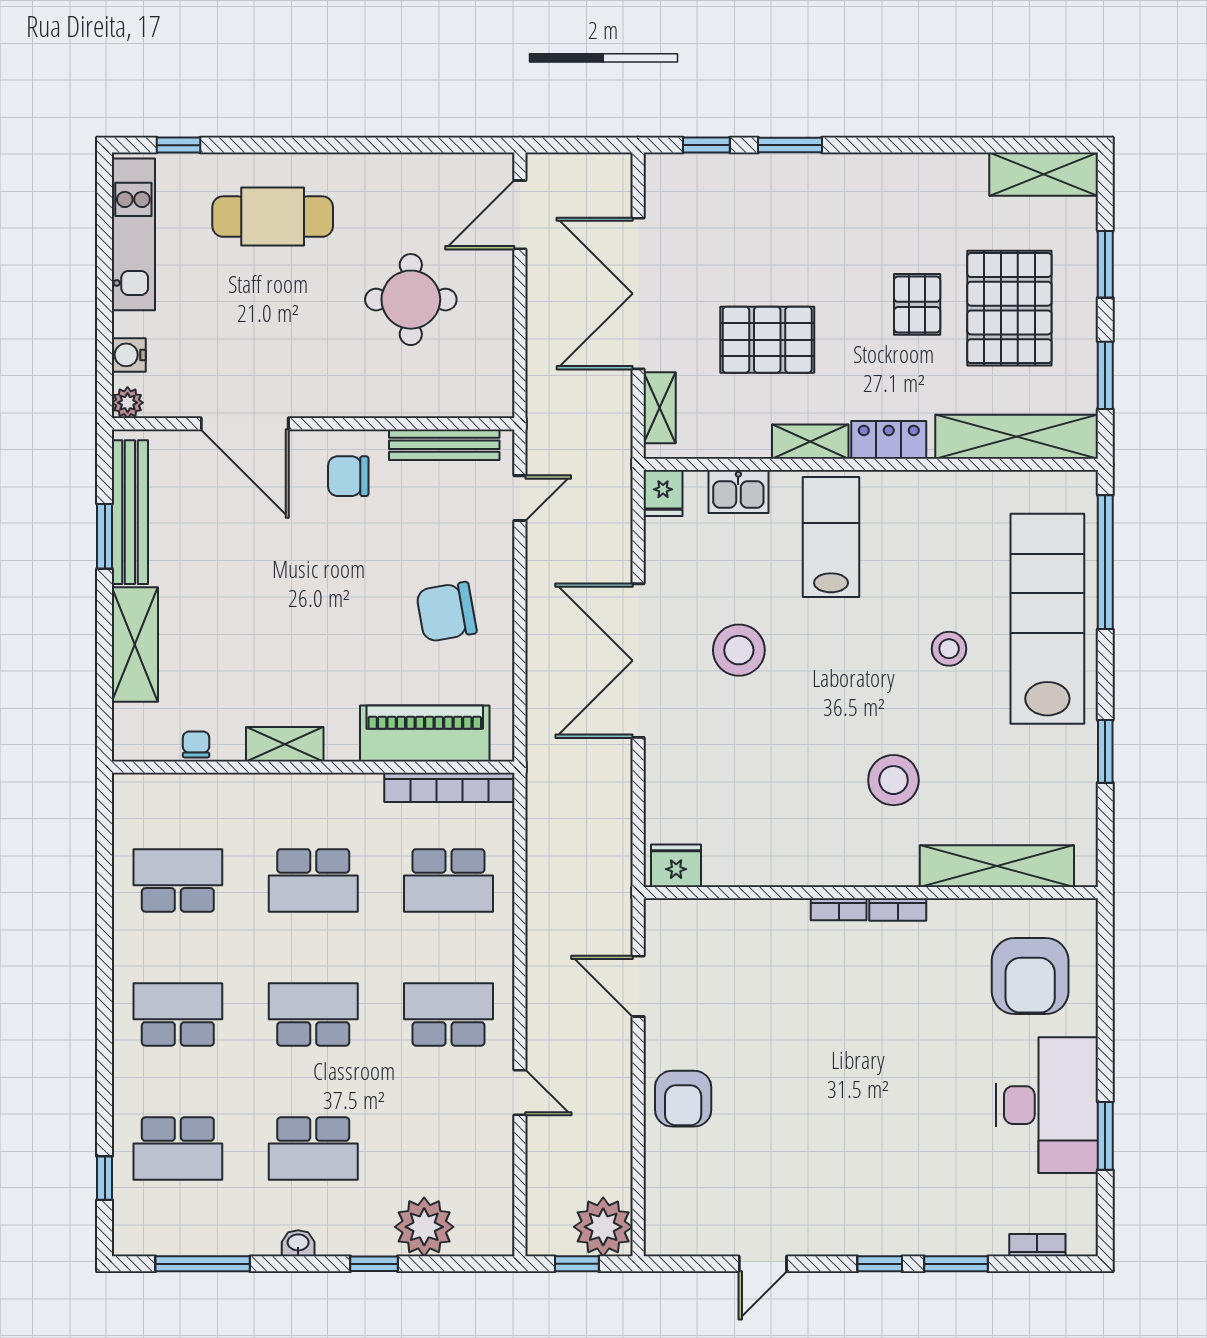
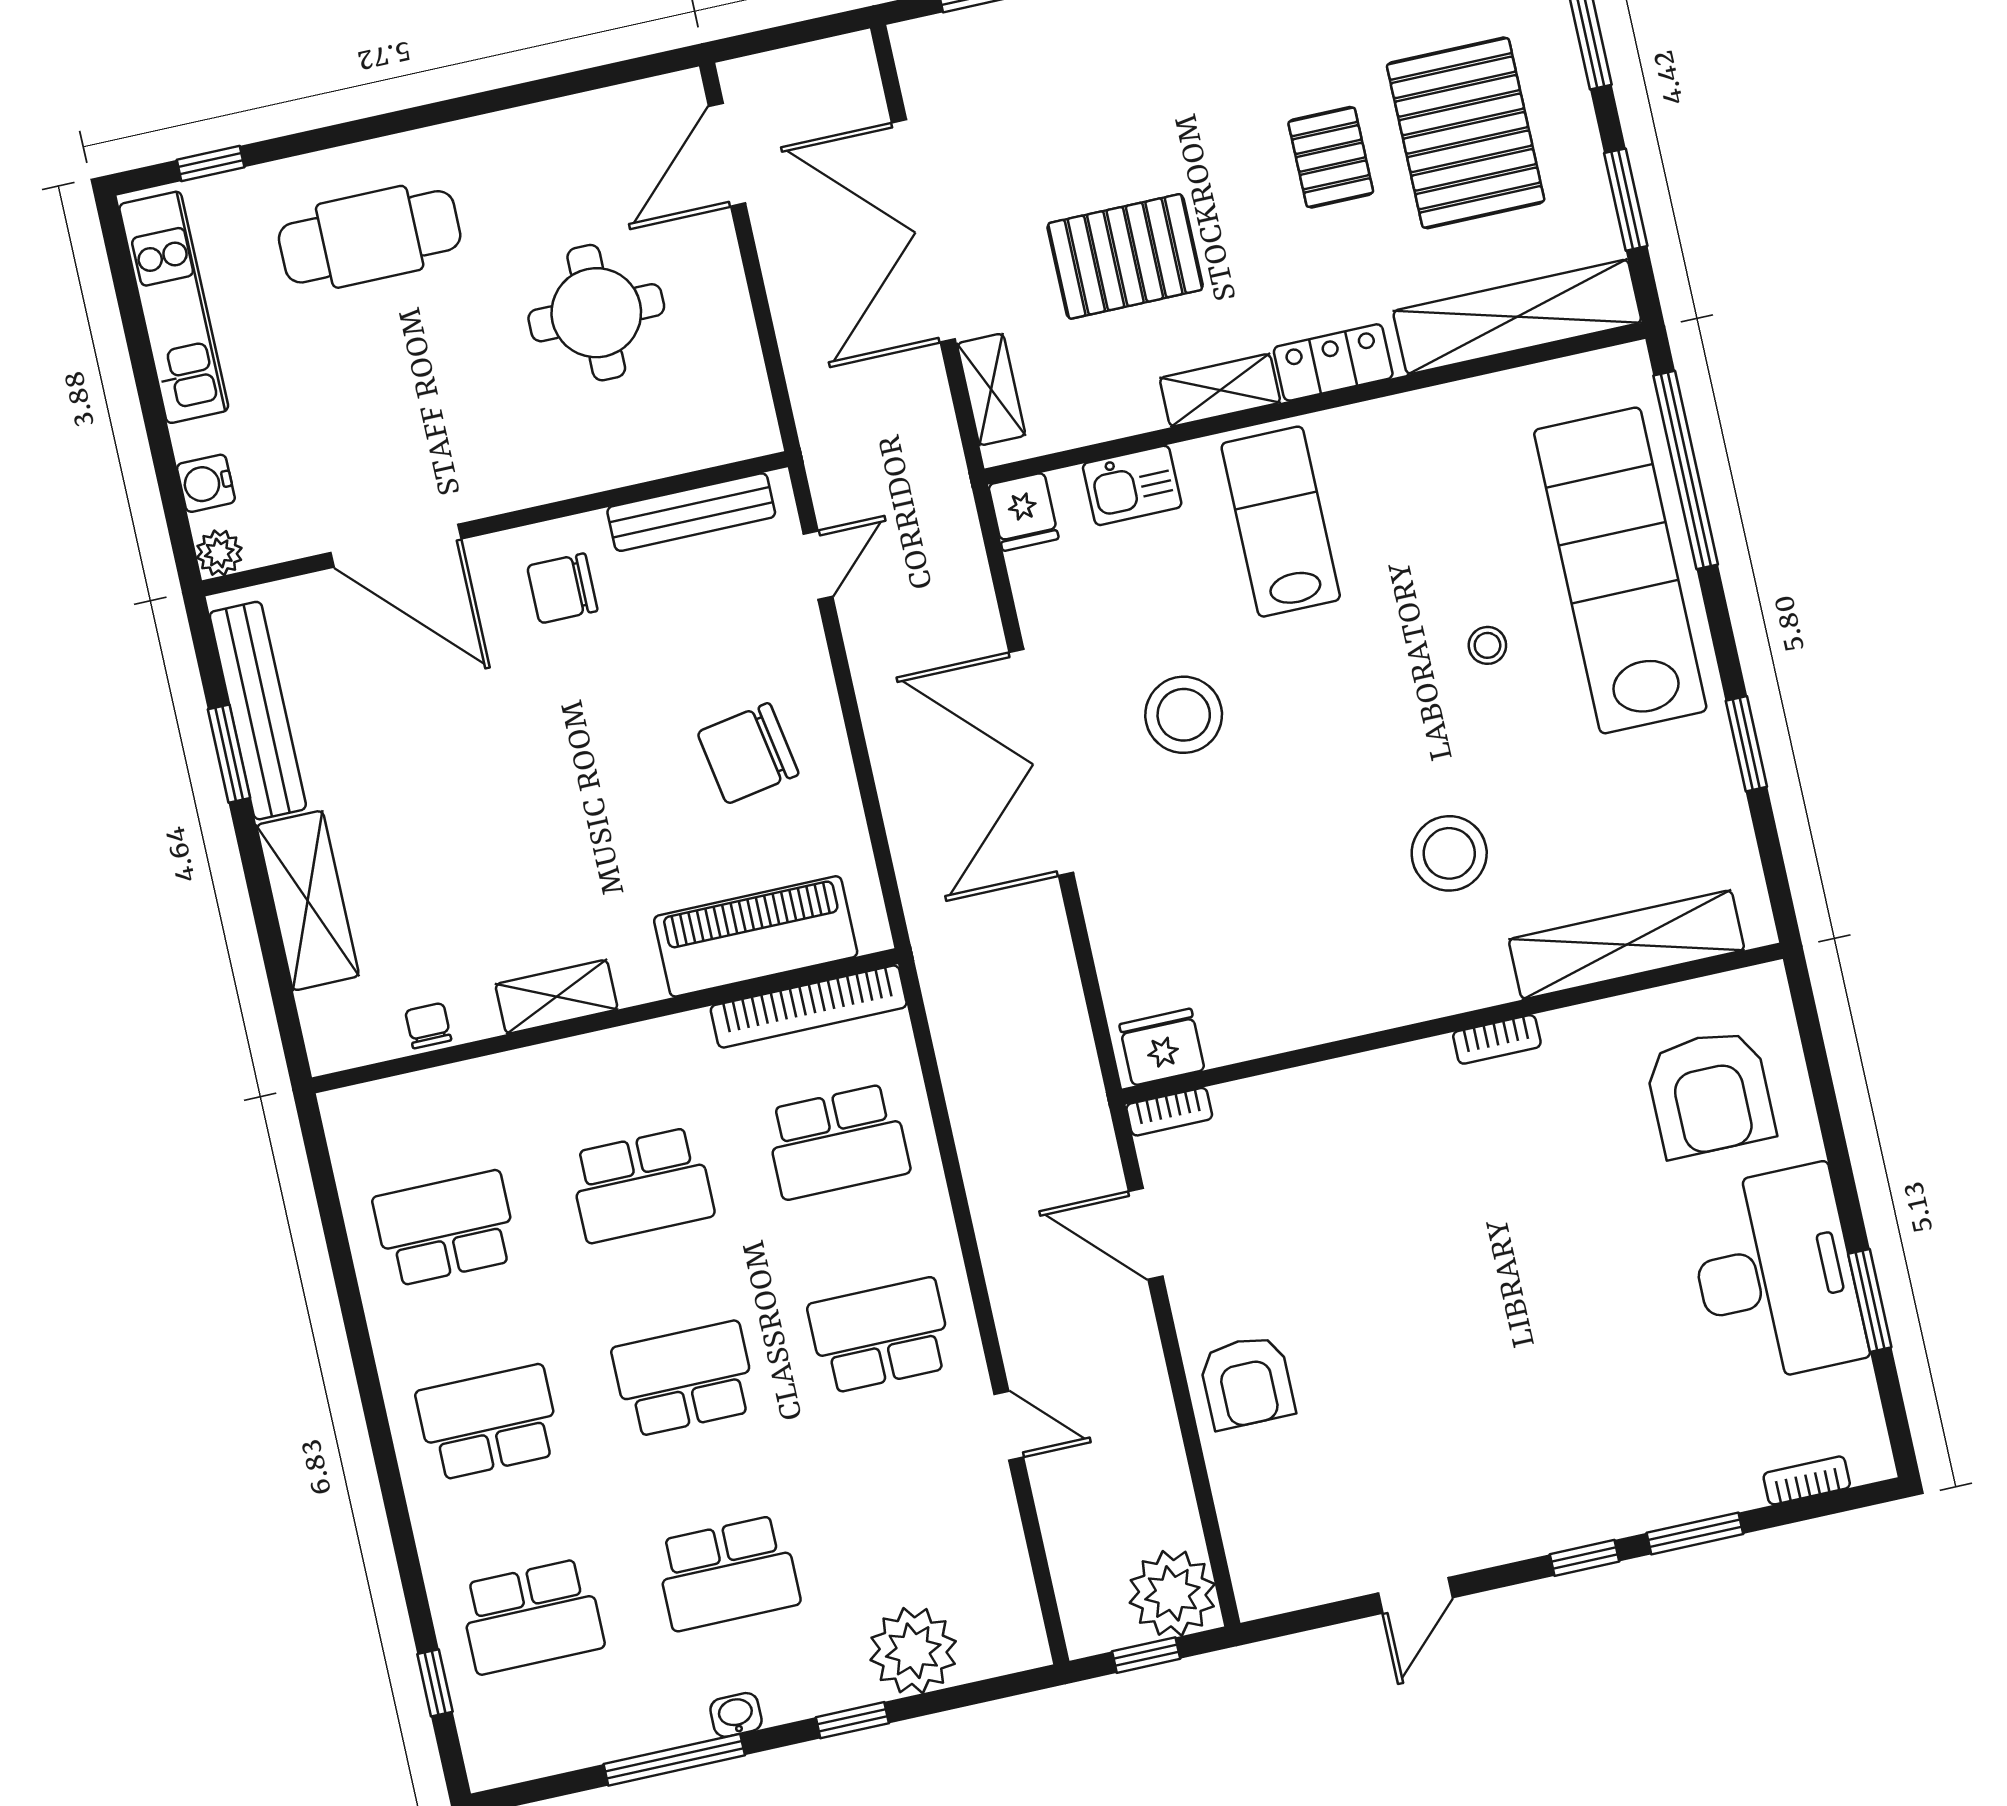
stool: (949, 649) -> (1487, 645), width x0.73, depth x0.73
bookcase: (839, 909) -> (1169, 1112), moved
window: (203, 1264) -> (674, 1760), moved

